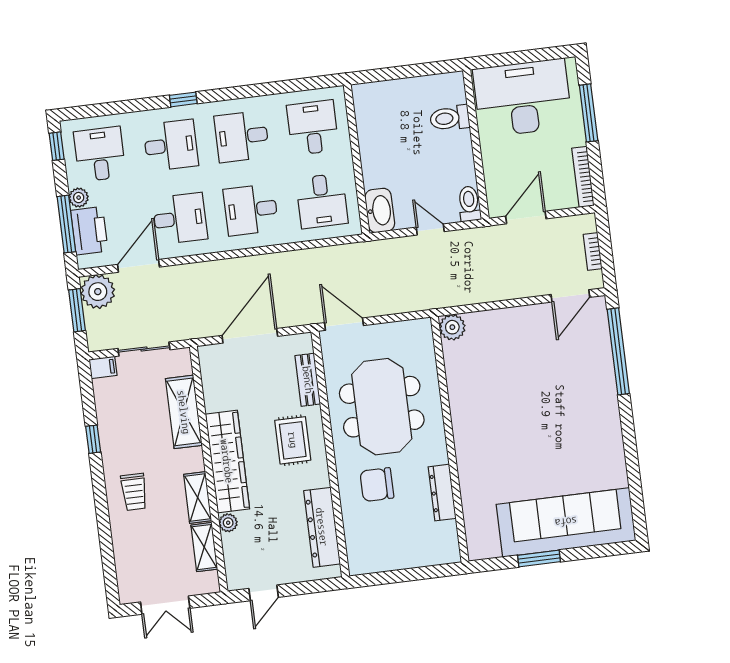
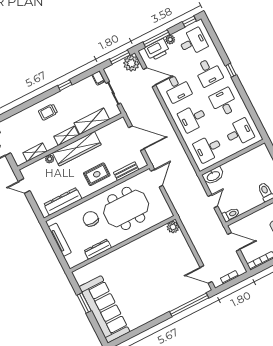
desk: (251, 210) -> (193, 118), turned -90
shelving: (198, 498) -> (66, 136), moved
tv unit: (396, 561) -> (60, 240), added

